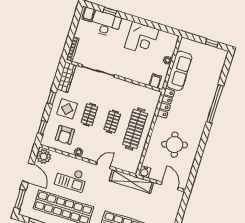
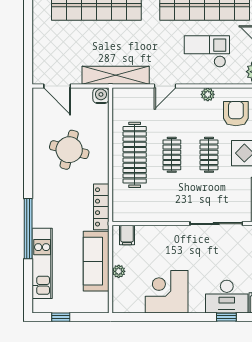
kitchen unit: (213, 80) -> (42, 263), added
round table: (175, 145) -> (69, 150), turned 30

